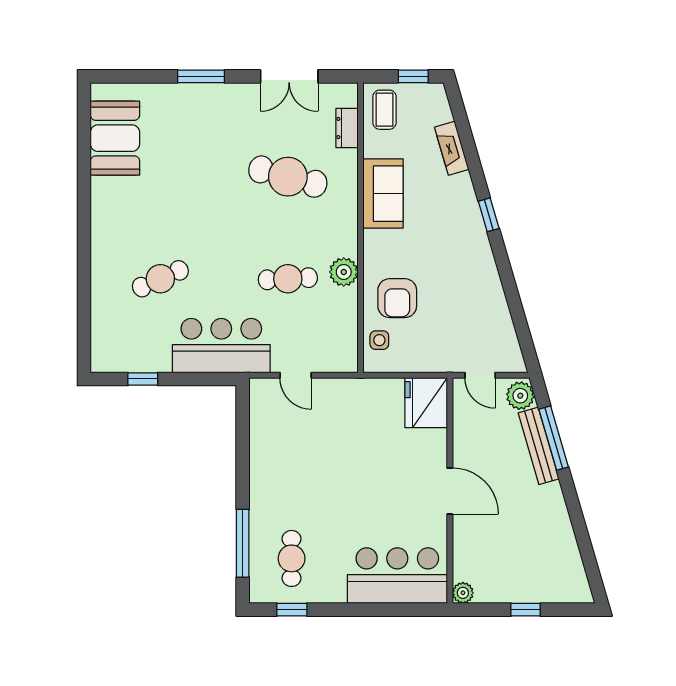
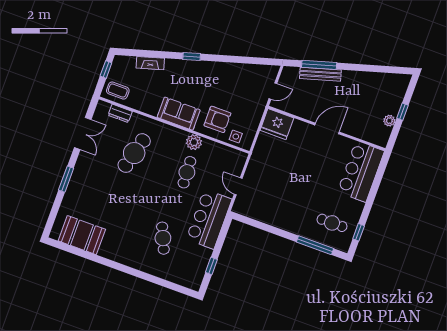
sofa: (383, 194) -> (179, 114), moved
door: (296, 375) -> (238, 186), swing flipped
plant: (520, 396) -> (291, 74), removed
plant: (463, 593) -> (389, 121), moved

